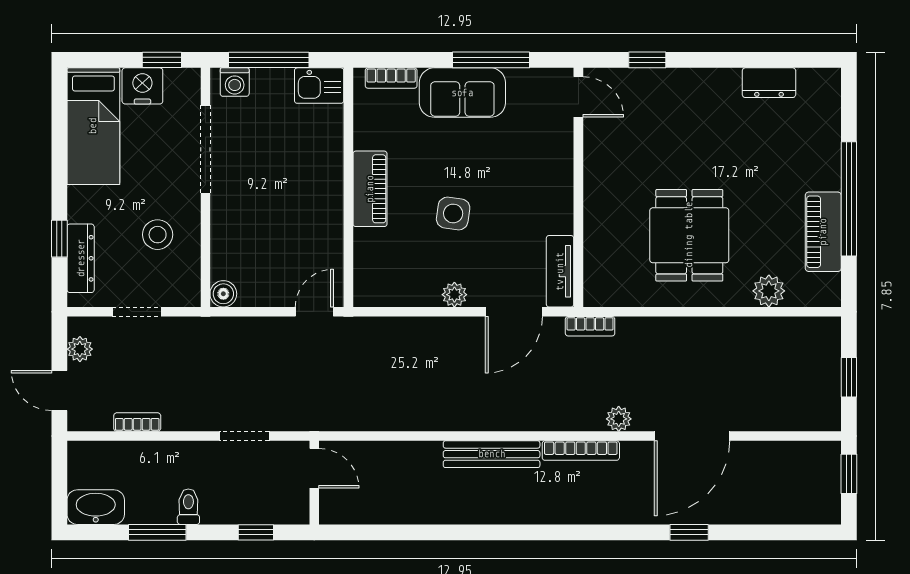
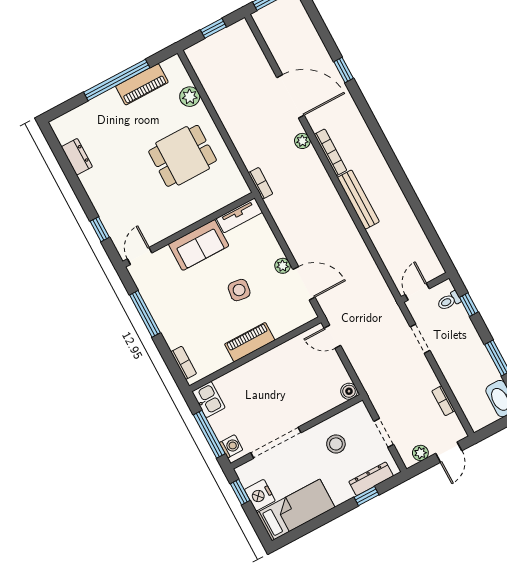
sofa: (462, 93) -> (199, 245), moved, turned 90
door: (514, 312) -> (304, 283), moved
toilet: (188, 507) -> (449, 301), moved

